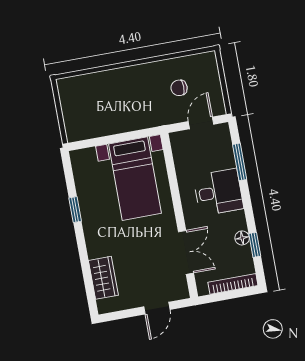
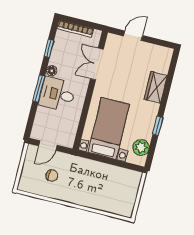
window: (240, 162) -> (39, 89), moved
plant: (84, 173) -> (141, 147), added
floor lamp: (242, 238) -> (52, 71), moved
wardrobe: (103, 278) -> (156, 87), moved

